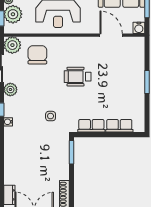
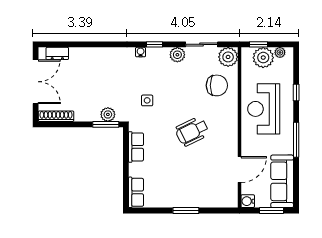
wheelchair: (78, 77) -> (192, 131), turned -116
row of seats: (119, 126) -> (136, 192), moved
plant: (63, 150) -> (108, 114), added

